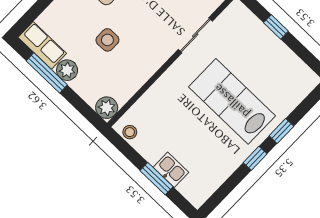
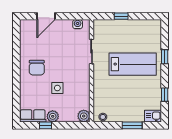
window: (47, 73) -> (46, 125), width x0.46
lab bench: (232, 101) -> (133, 64), turned 180
window: (255, 158) -> (165, 95), moved
kitchen sink: (171, 170) -> (153, 116), moved

